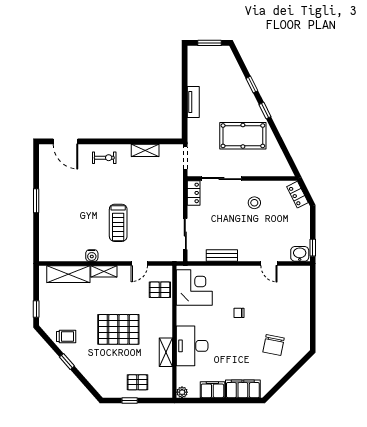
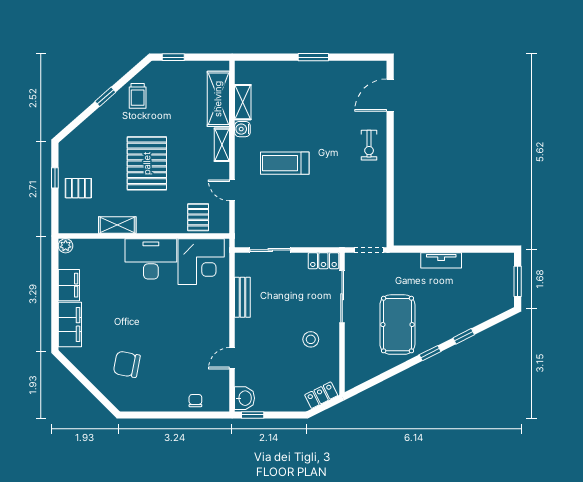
shelving: (145, 150) -> (243, 102), moved
chair: (239, 313) -> (195, 401), moved
desk: (192, 346) -> (151, 259), moved
pallet: (137, 382) -> (78, 188), turned 90

